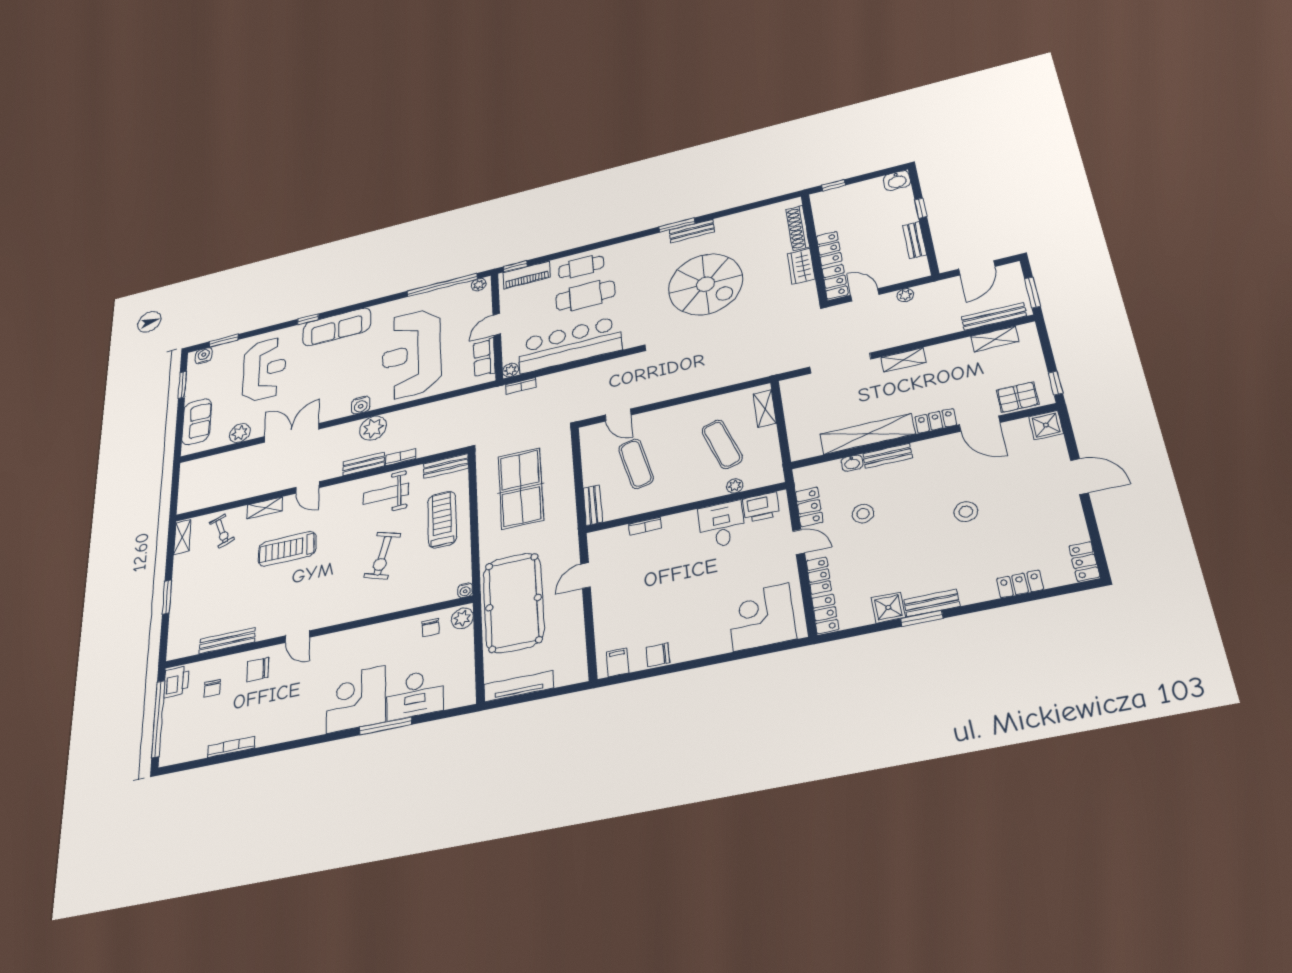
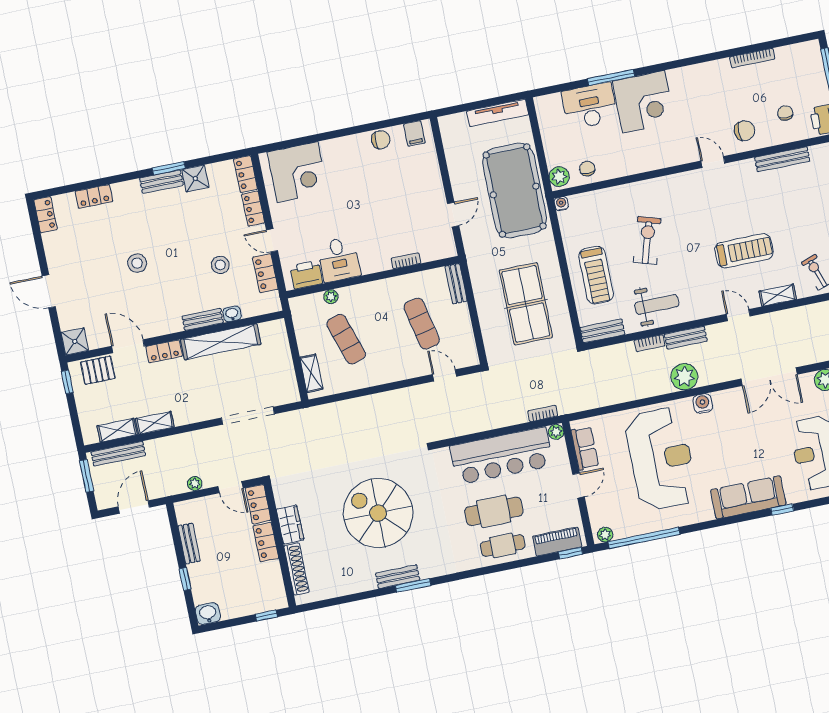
shelving: (904, 360) -> (155, 423), moved

